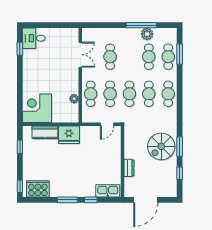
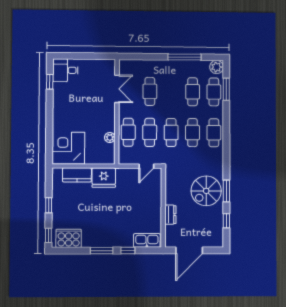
plant: (147, 34) -> (217, 67), moved
window: (20, 147) -> (49, 205), moved

